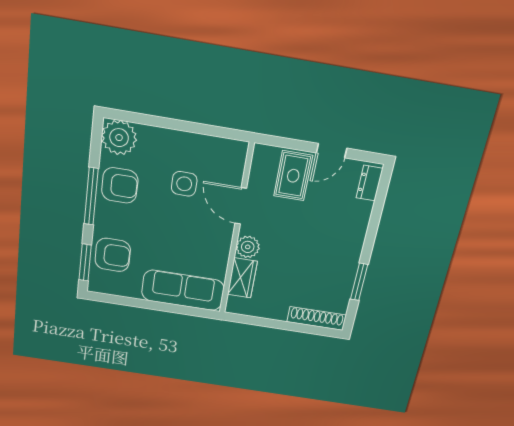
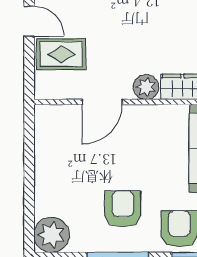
side table: (184, 184) -> (88, 163), removed
armchair: (120, 185) -> (123, 209), moved

